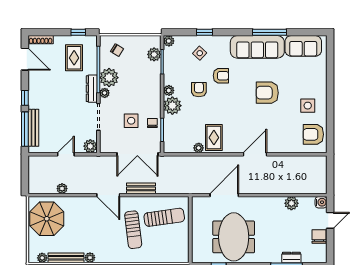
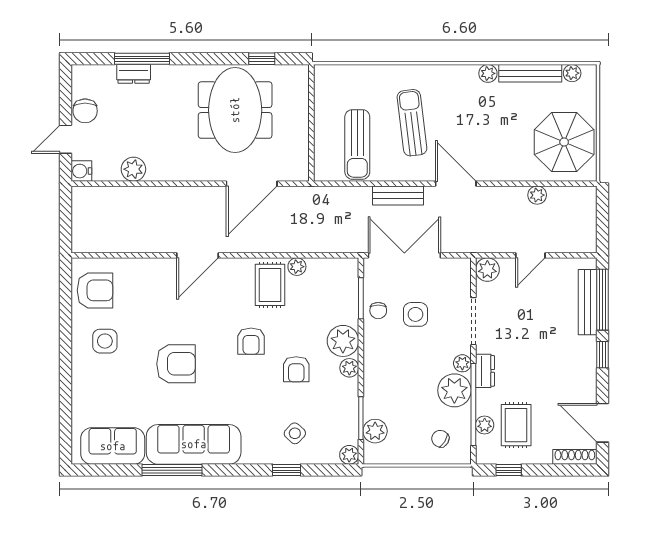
plant: (92, 58) -> (485, 425), added
armchair: (221, 76) -> (251, 341), moved, turned -90
dresser: (92, 89) -> (485, 371), width x0.70
sun lounger: (164, 217) -> (357, 144), turned -82

